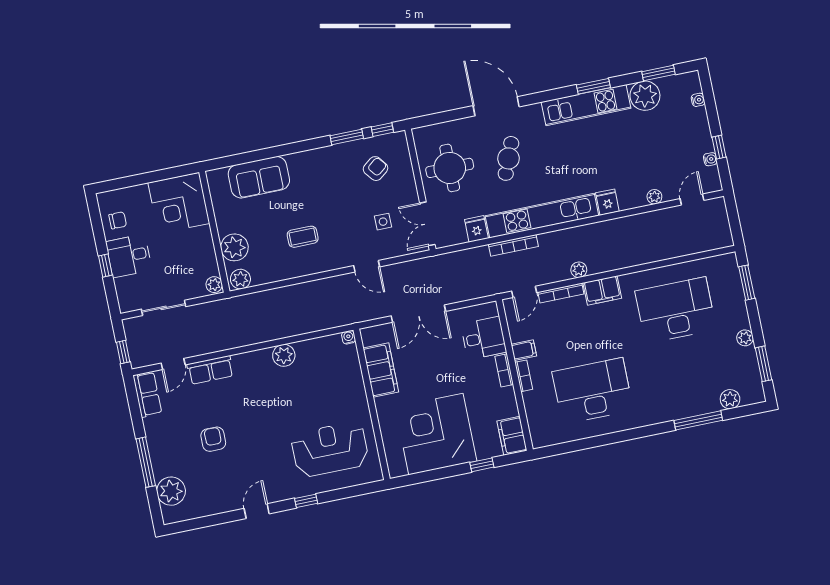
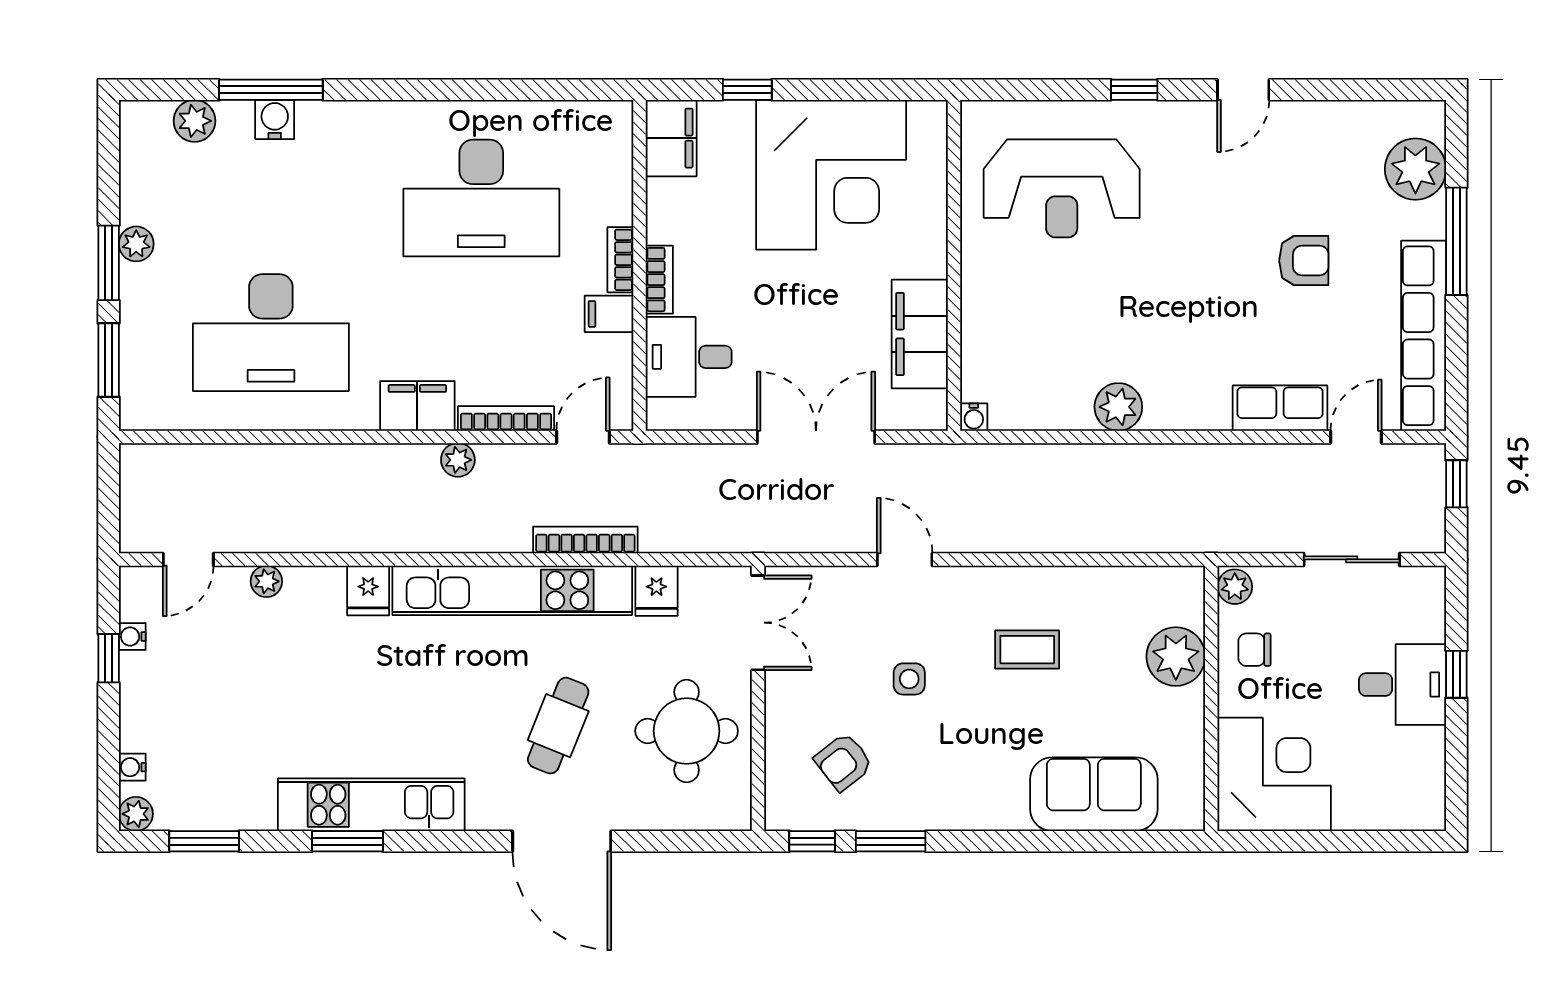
plant: (645, 96) -> (136, 814), moved, width x0.53, depth x0.53
chair: (118, 220) -> (1254, 650), moved
side table: (383, 222) -> (909, 679), moved
plant: (240, 279) -> (1177, 587), removed
window: (763, 364) -> (109, 263), moved
row of seats: (147, 394) -> (1424, 336), width x2.02
water cooler: (694, 407) -> (275, 120), added
armchair: (213, 439) -> (1304, 261), turned -90

